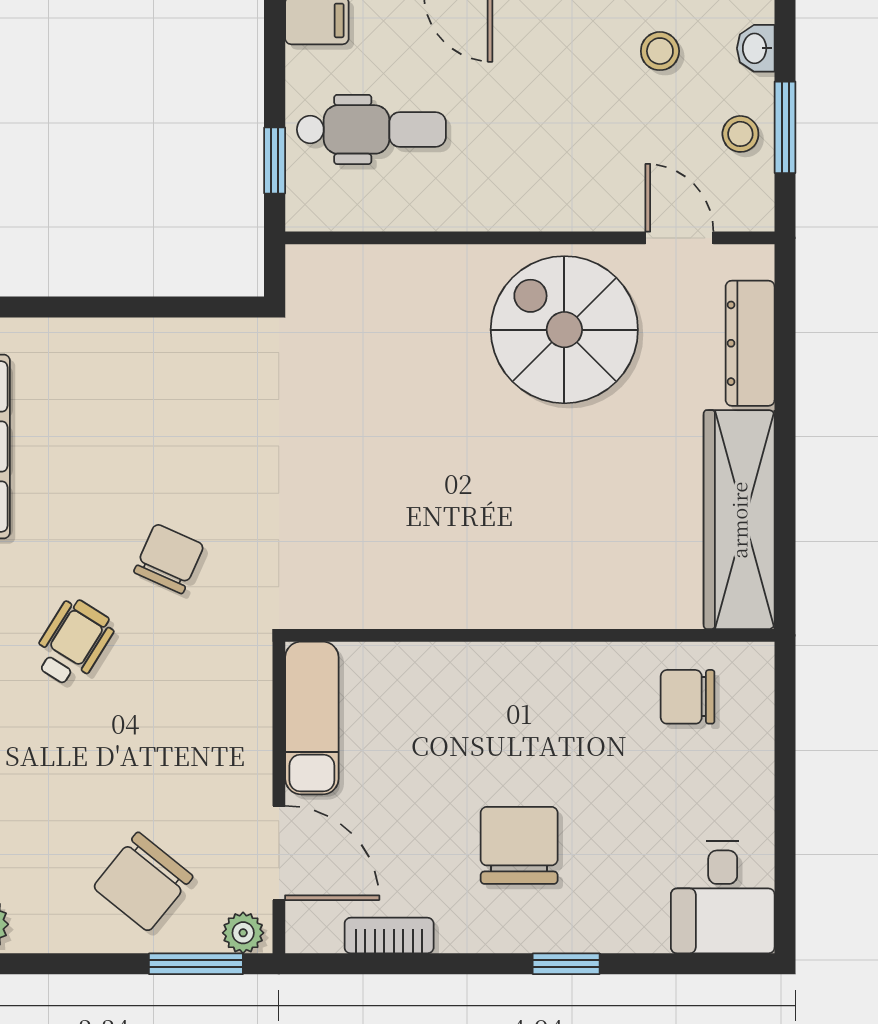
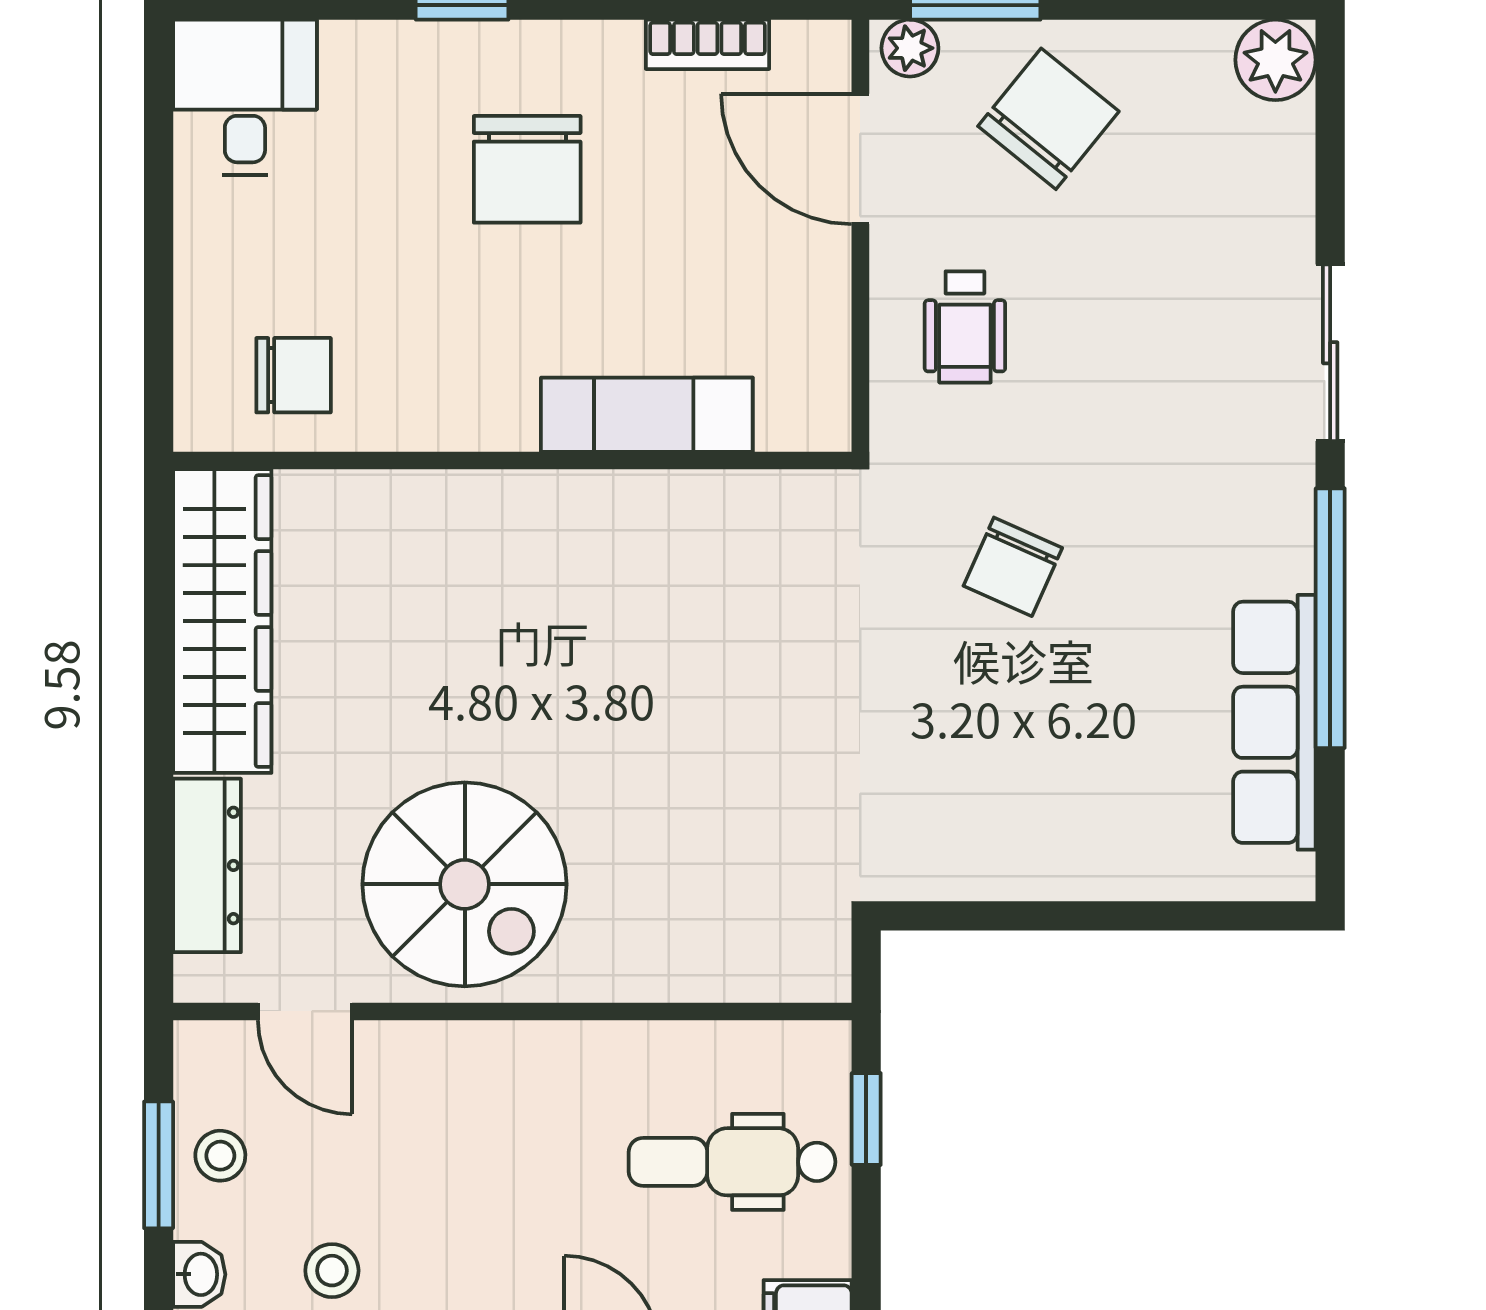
wheelchair: (73, 643) -> (965, 327), moved, turned -32
exam couch: (312, 718) -> (647, 415), moved, turned 90

